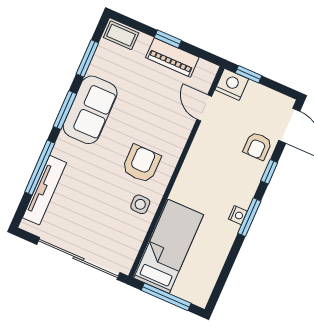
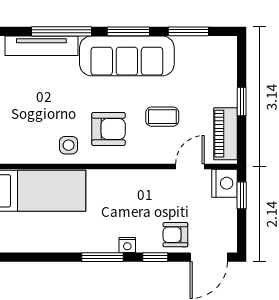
coffee table: (121, 35) -> (162, 117), moved, turned 90
piano: (172, 57) -> (226, 134), moved
sofa: (90, 110) -> (127, 56), width x1.36
nightstand: (238, 215) -> (127, 245), moved

